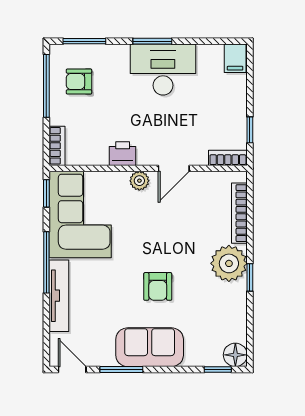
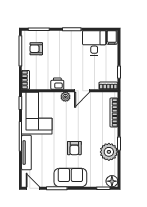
desk: (163, 70) -> (94, 43), moved, width x0.73
plant: (229, 263) -> (109, 152), moved

